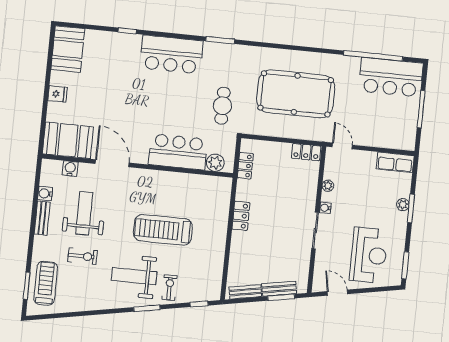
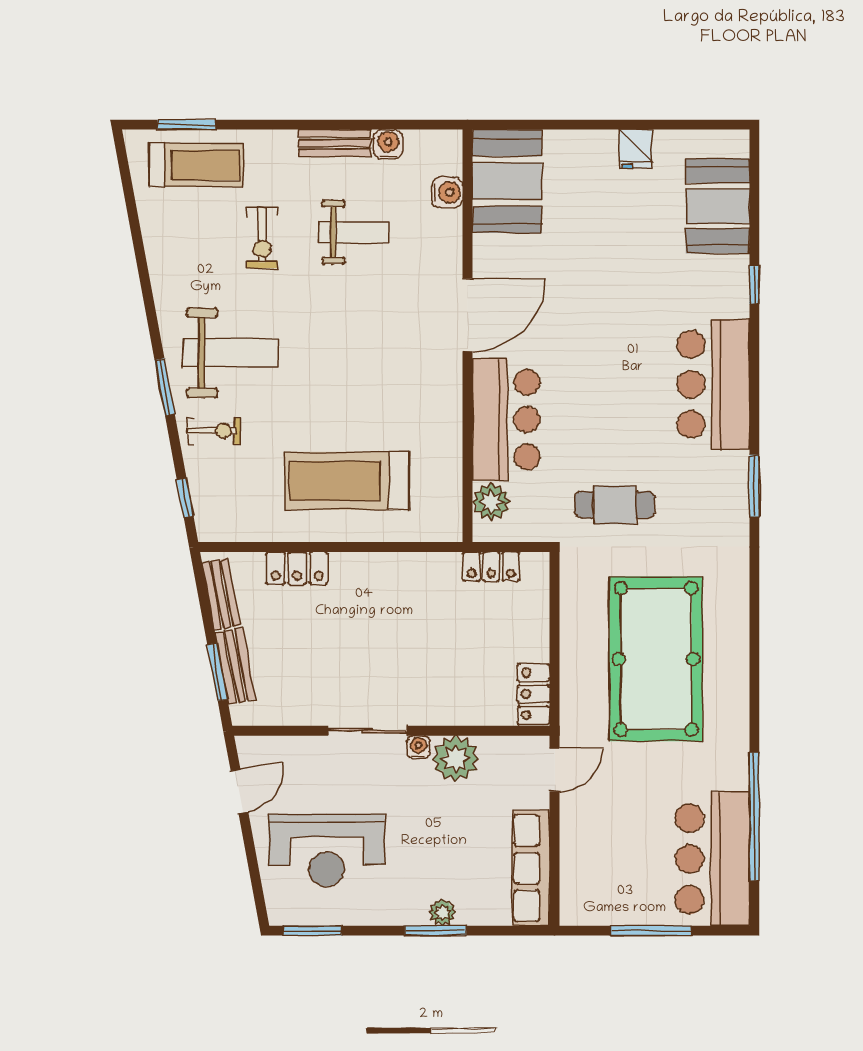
booth: (68, 49) -> (718, 206), moved, turned 90
fridge: (57, 94) -> (636, 149), moved
row of seats: (395, 162) -> (531, 868), width x1.48
door: (112, 163) -> (467, 315), moved
plant: (328, 186) -> (456, 759), width x1.88, depth x1.88
weight bench: (84, 213) -> (354, 232), width x0.73, depth x0.75
locker: (241, 216) -> (297, 568), moved
treadmill: (163, 230) -> (347, 481), moved, turned -90
weight bench: (134, 276) -> (231, 353), turned 90

